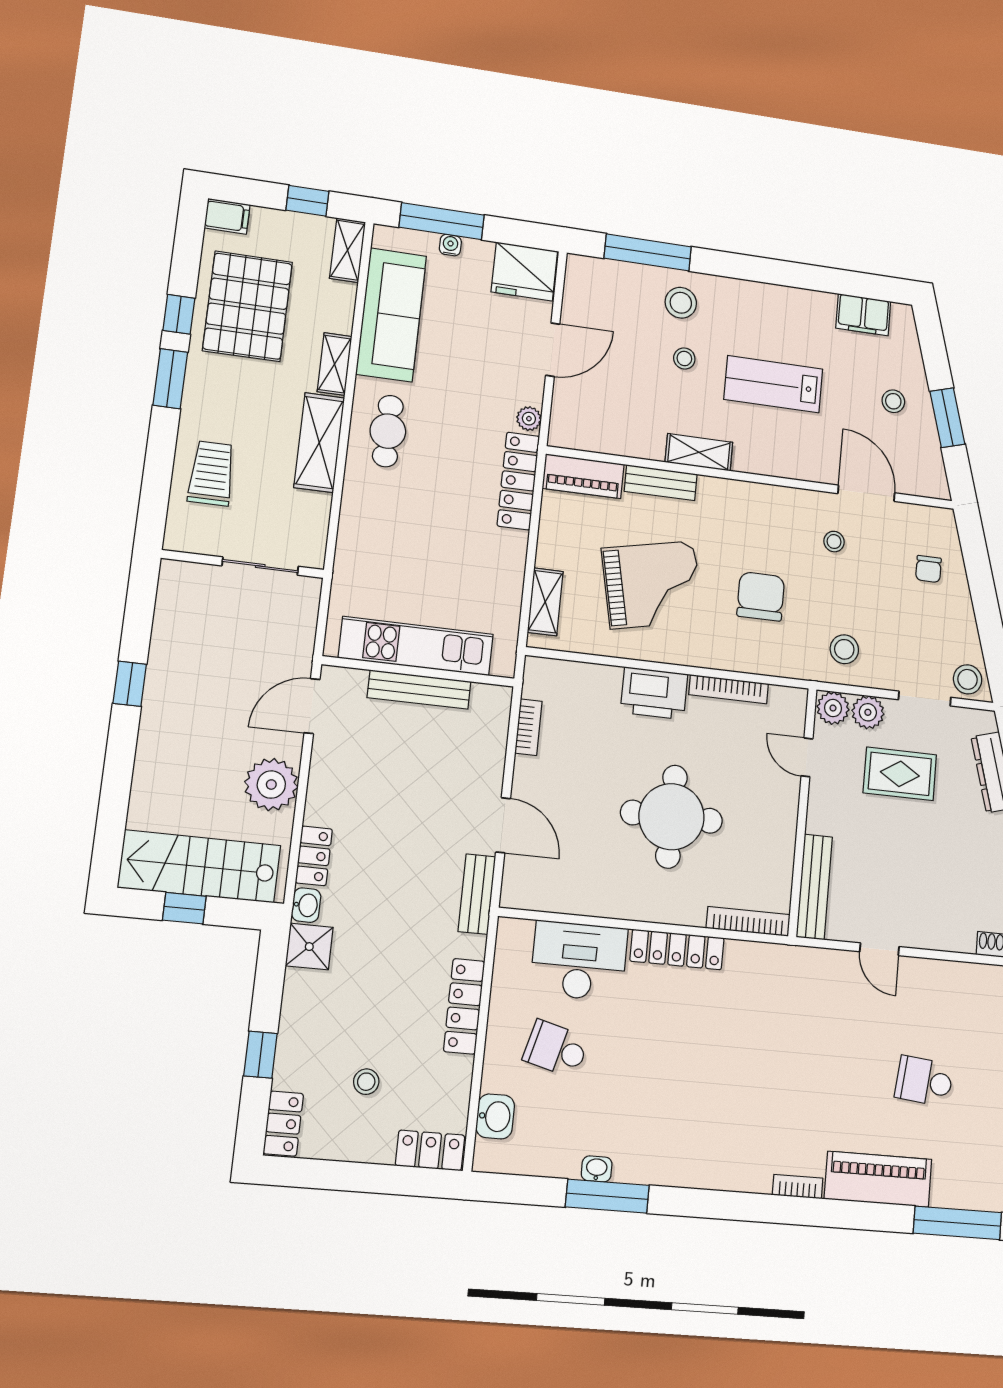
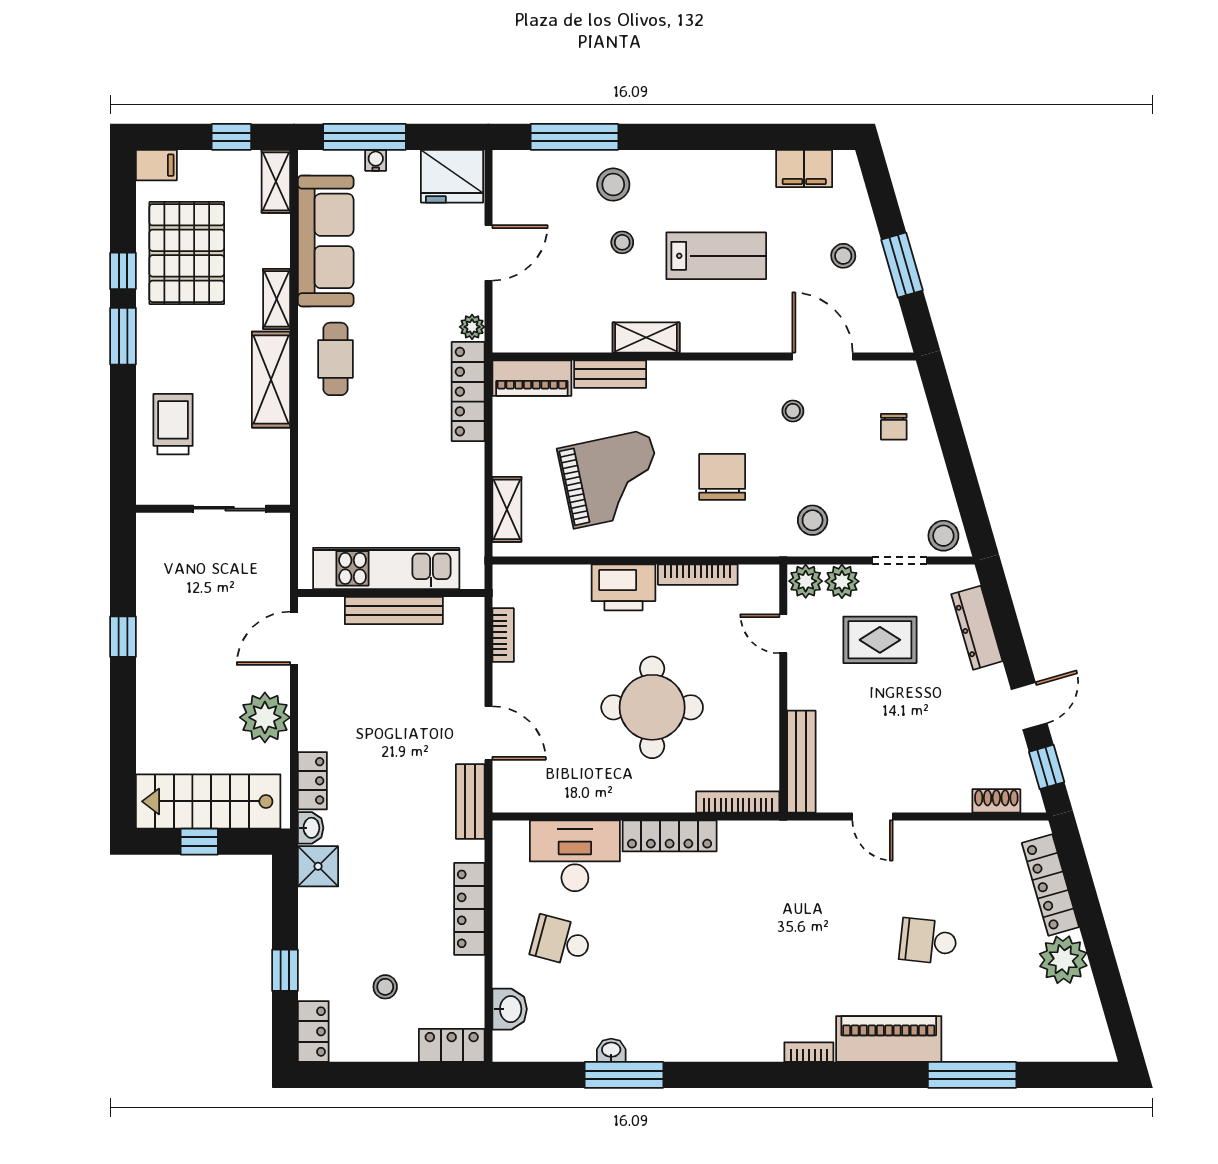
lab bench: (773, 384) -> (716, 256), turned 180

